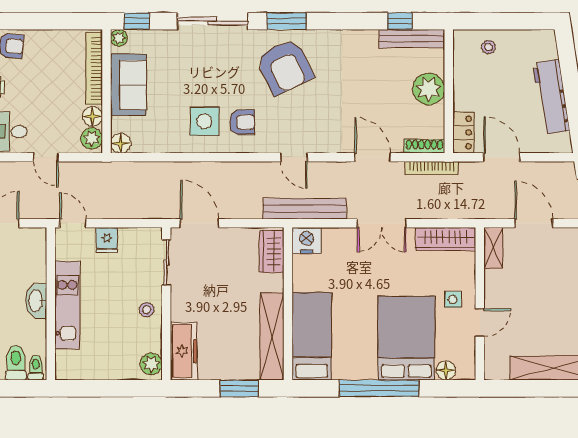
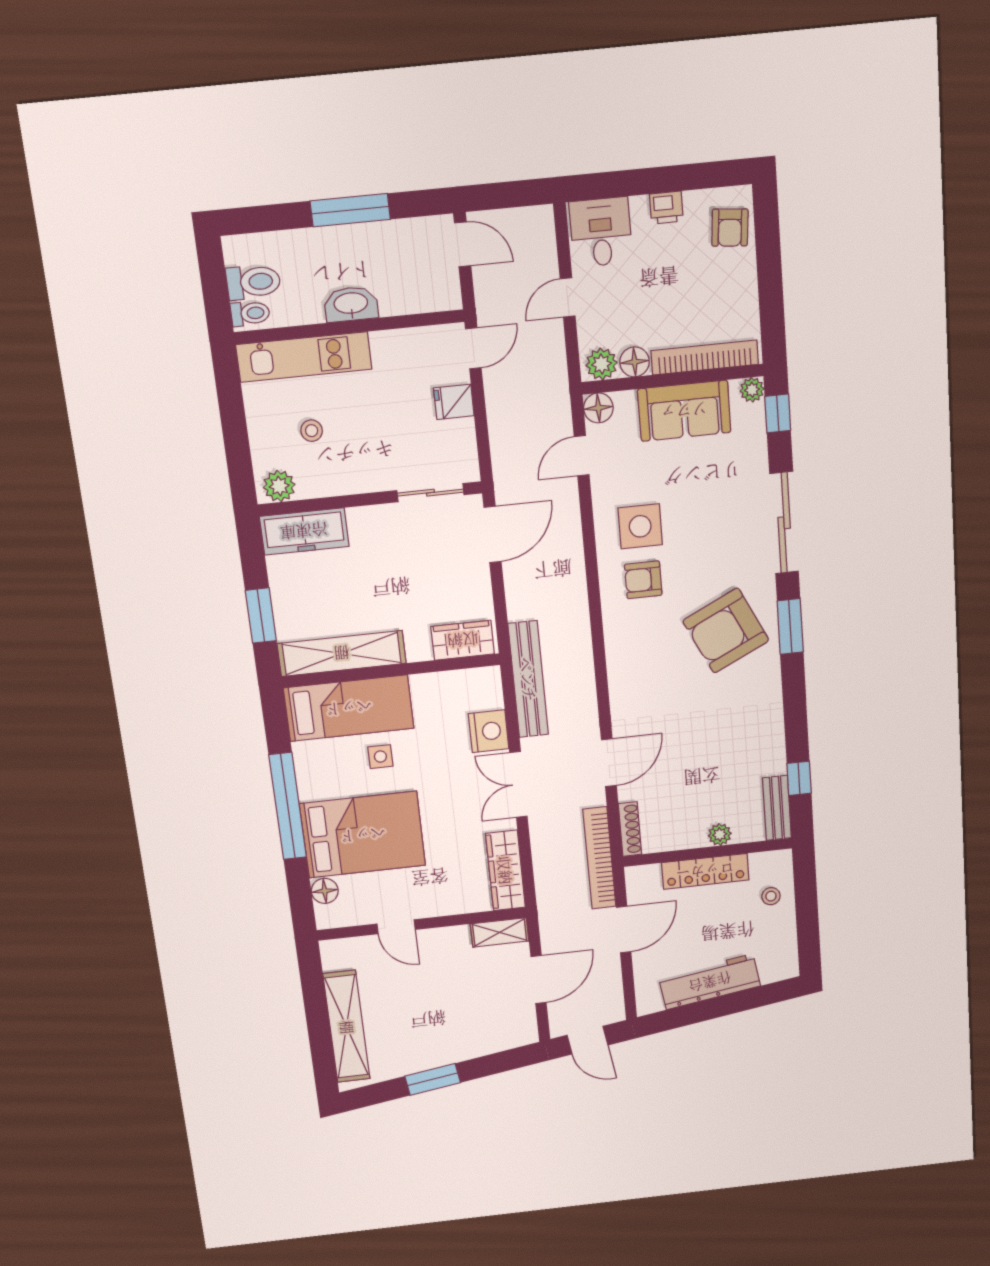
bench: (412, 39) -> (777, 808), width x0.73
plant: (429, 89) -> (720, 835), width x0.53, depth x0.53
armchair: (242, 122) -> (643, 580), turned 90
locker: (463, 133) -> (705, 871), moved, width x1.53
door: (294, 157) -> (582, 456), moved
bookcase: (431, 168) -> (599, 858), width x1.48, depth x1.31
nightstand: (307, 240) -> (488, 731), moved
side table: (453, 299) -> (380, 757), moved
kitchen unit: (67, 305) -> (304, 357), moved
stool: (147, 310) -> (312, 431), moved

